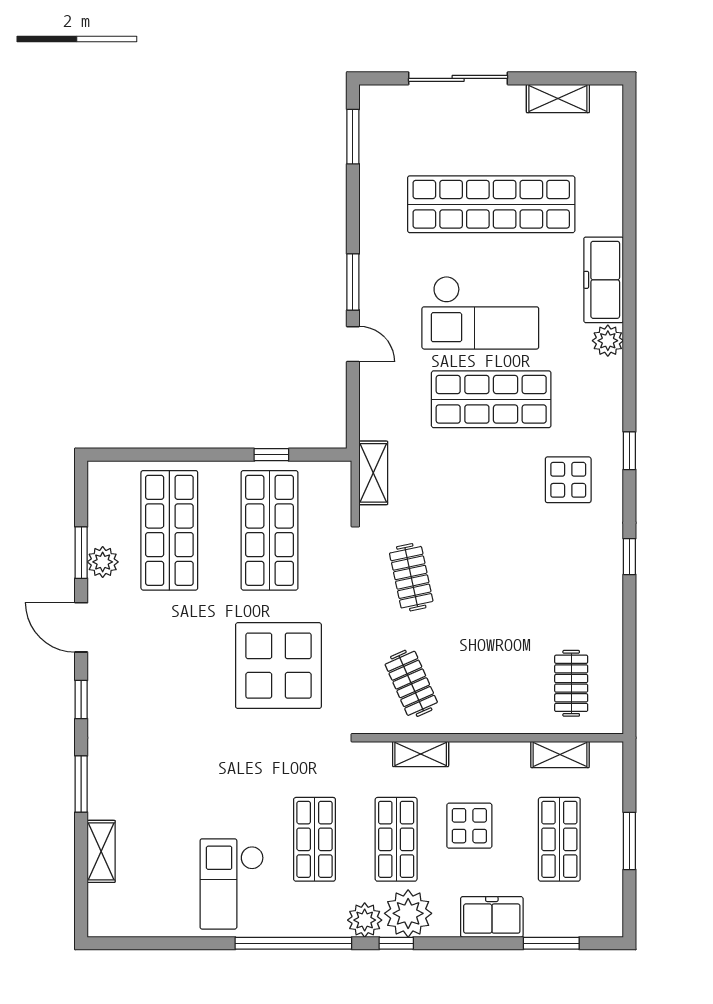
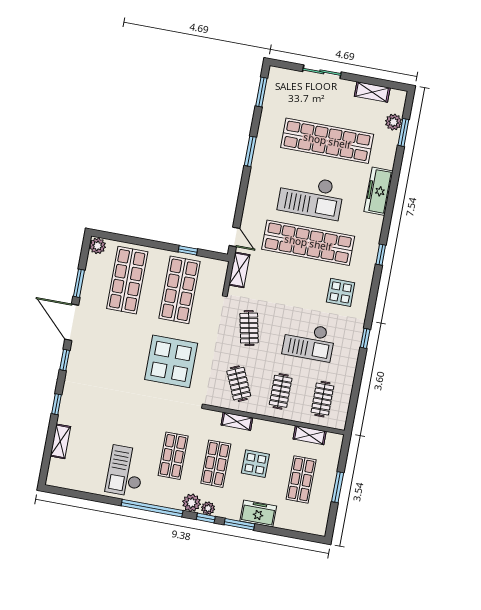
sliding door: (458, 78) -> (322, 72), width x0.73
window: (629, 163) -> (403, 132), added
window: (353, 282) -> (250, 151), moved
plant: (608, 341) -> (394, 122), moved
door: (353, 344) -> (234, 237), moved
shop shelf: (491, 399) -> (308, 243), width x1.40
window: (629, 451) -> (381, 255), moved
plant: (103, 562) -> (97, 246), moved
checkout: (526, 581) -> (309, 341), added
door: (81, 627) -> (72, 322), width x1.36
clothes rail: (491, 683) -> (281, 391), added
window: (81, 784) -> (56, 404), width x0.67
plant: (408, 913) -> (208, 508), width x0.53, depth x0.53
window: (551, 943) -> (239, 524), moved

